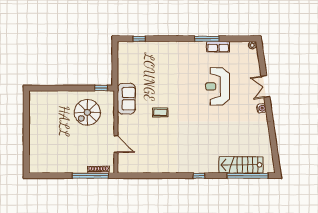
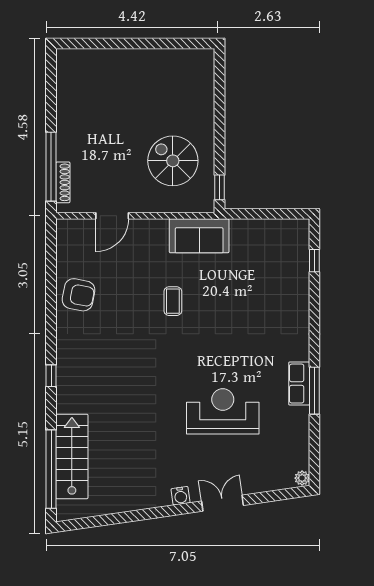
row of seats: (218, 47) -> (299, 384), moved
armchair: (157, 161) -> (79, 295), added

